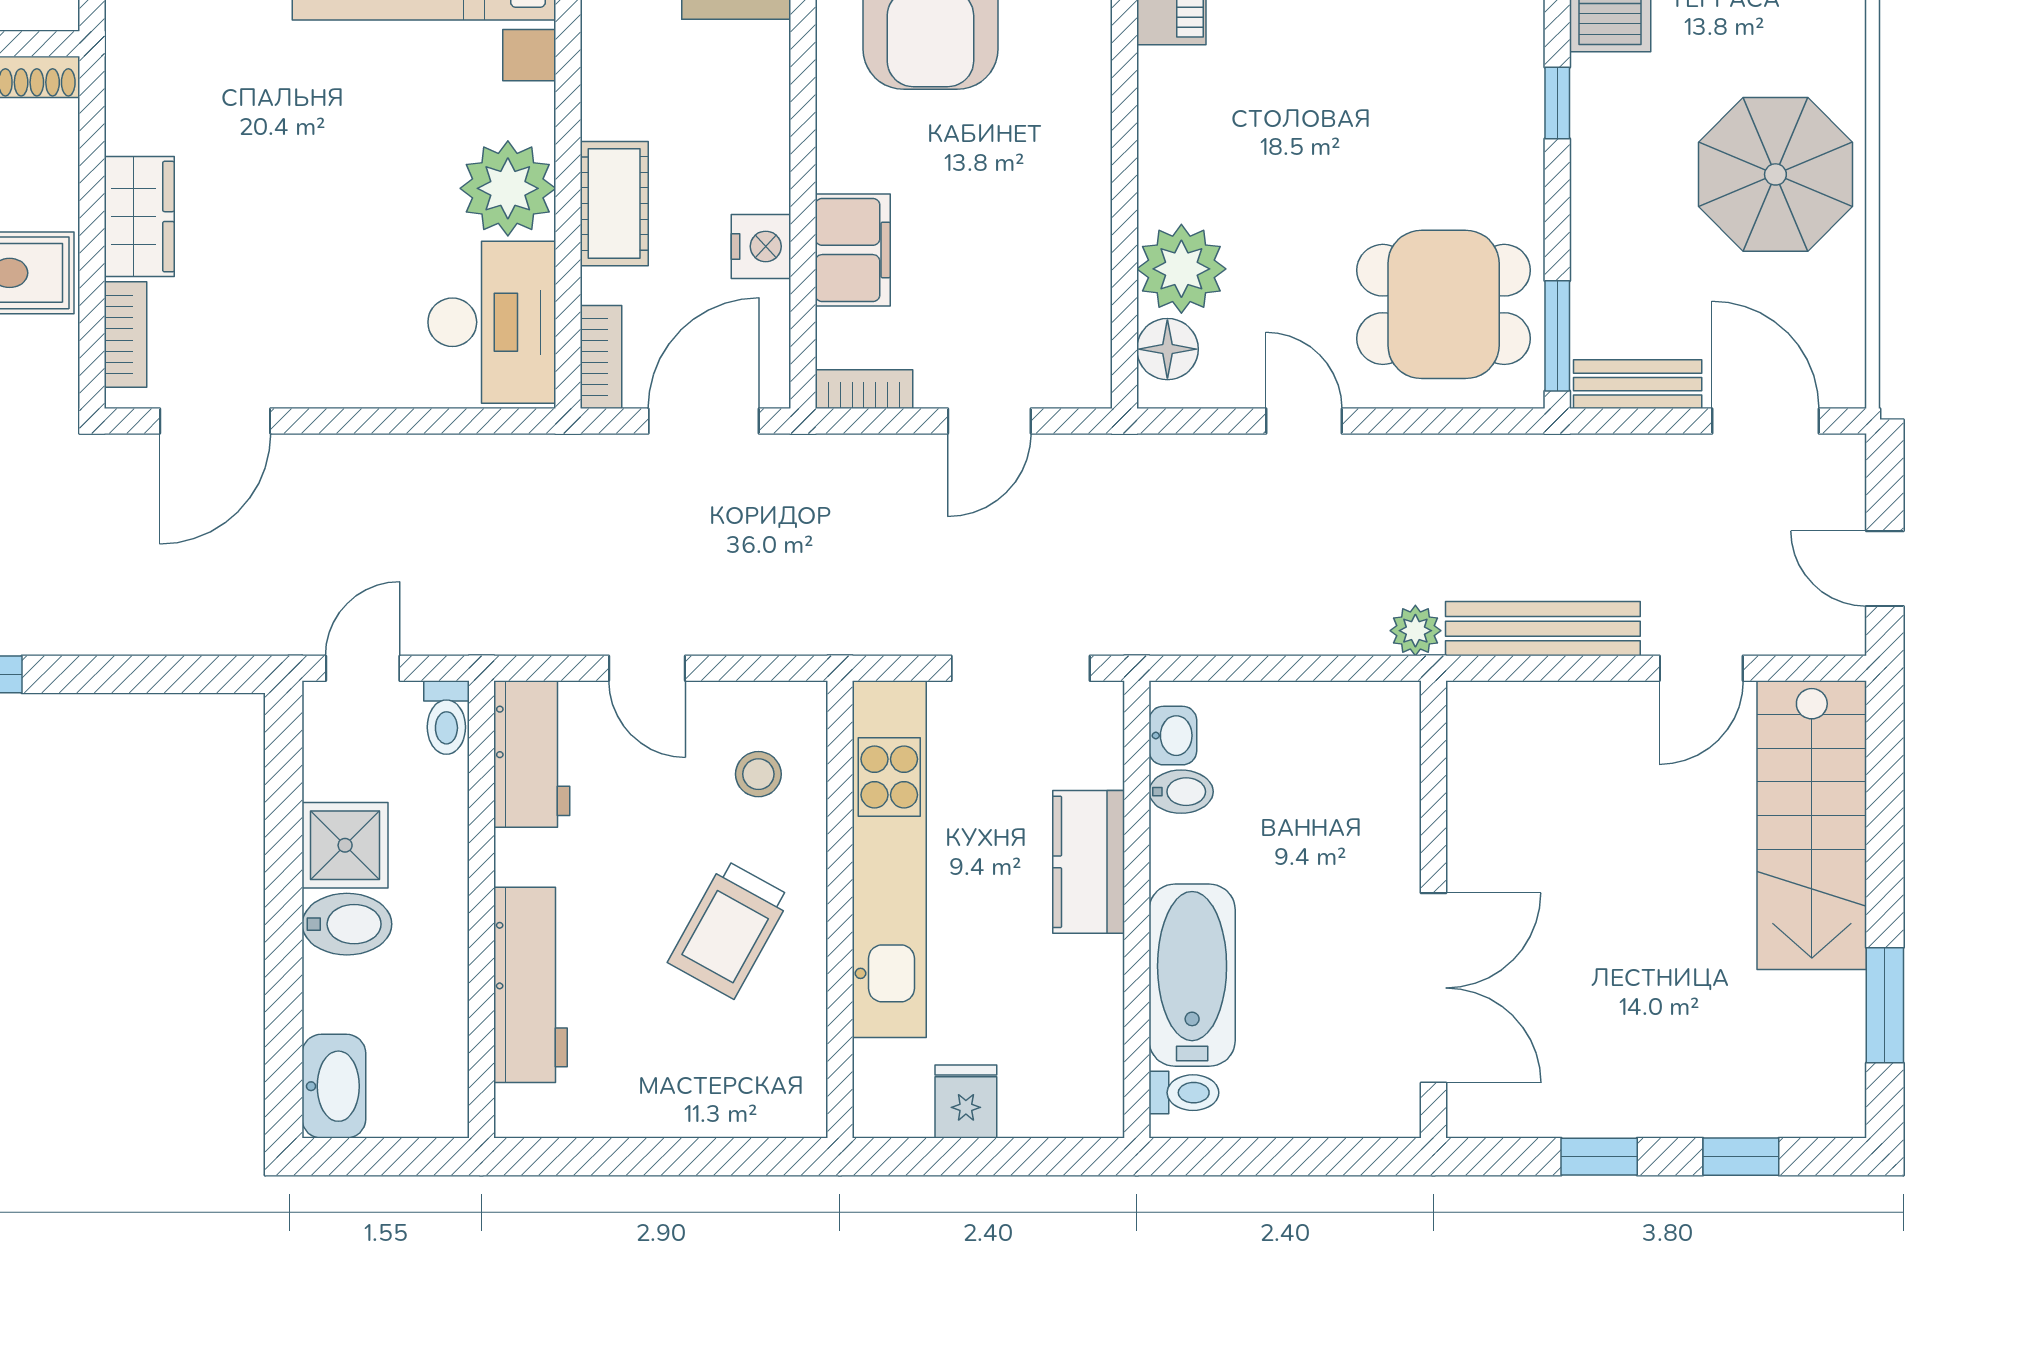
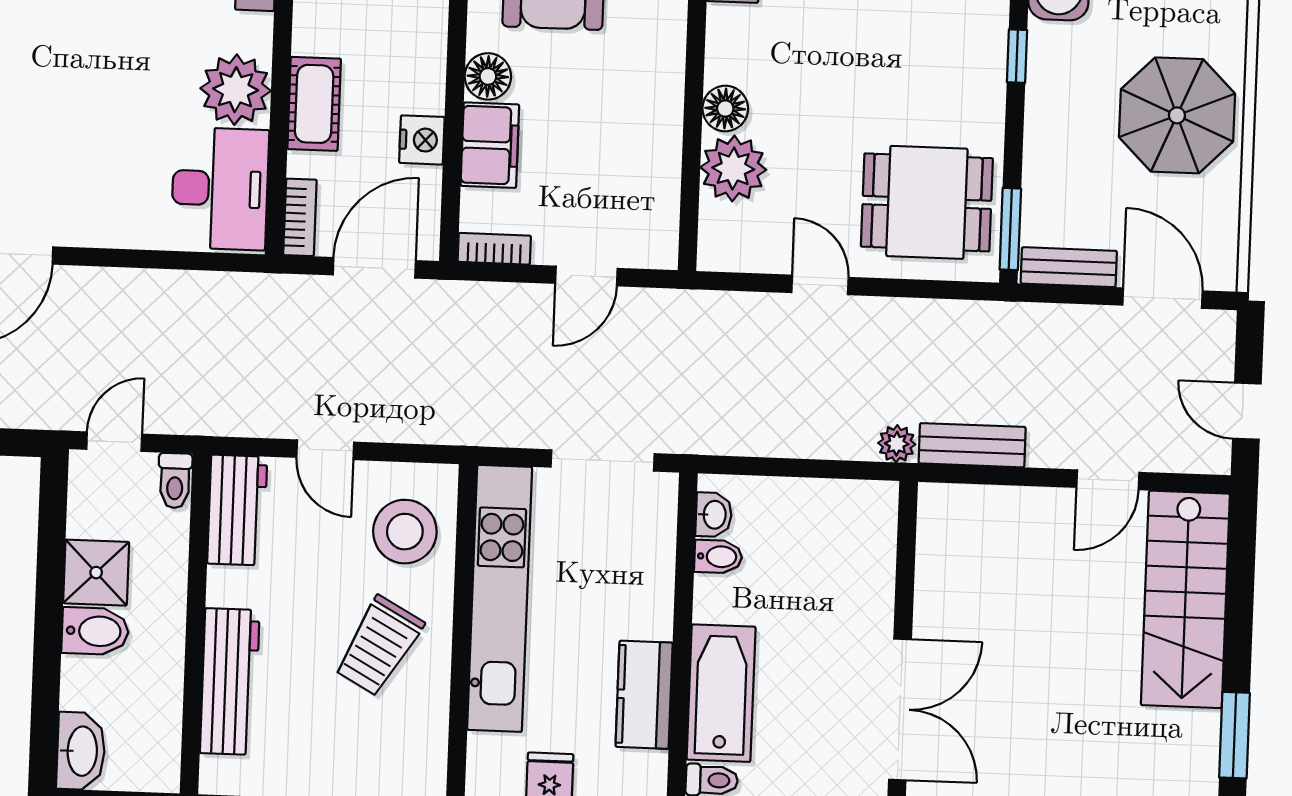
floor lamp: (847, 158) -> (488, 76), added
floor lamp: (1167, 349) -> (725, 109), moved
bench: (1543, 629) -> (972, 445), width x0.73
stool: (758, 774) -> (405, 532), width x1.89, depth x1.89
kitchen counter: (1089, 862) -> (644, 695), moved

